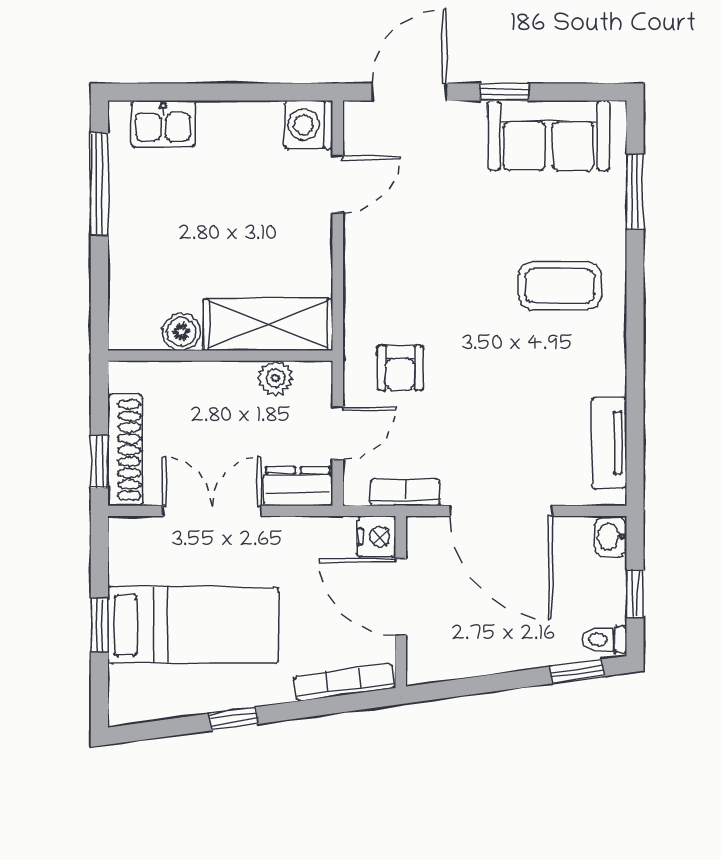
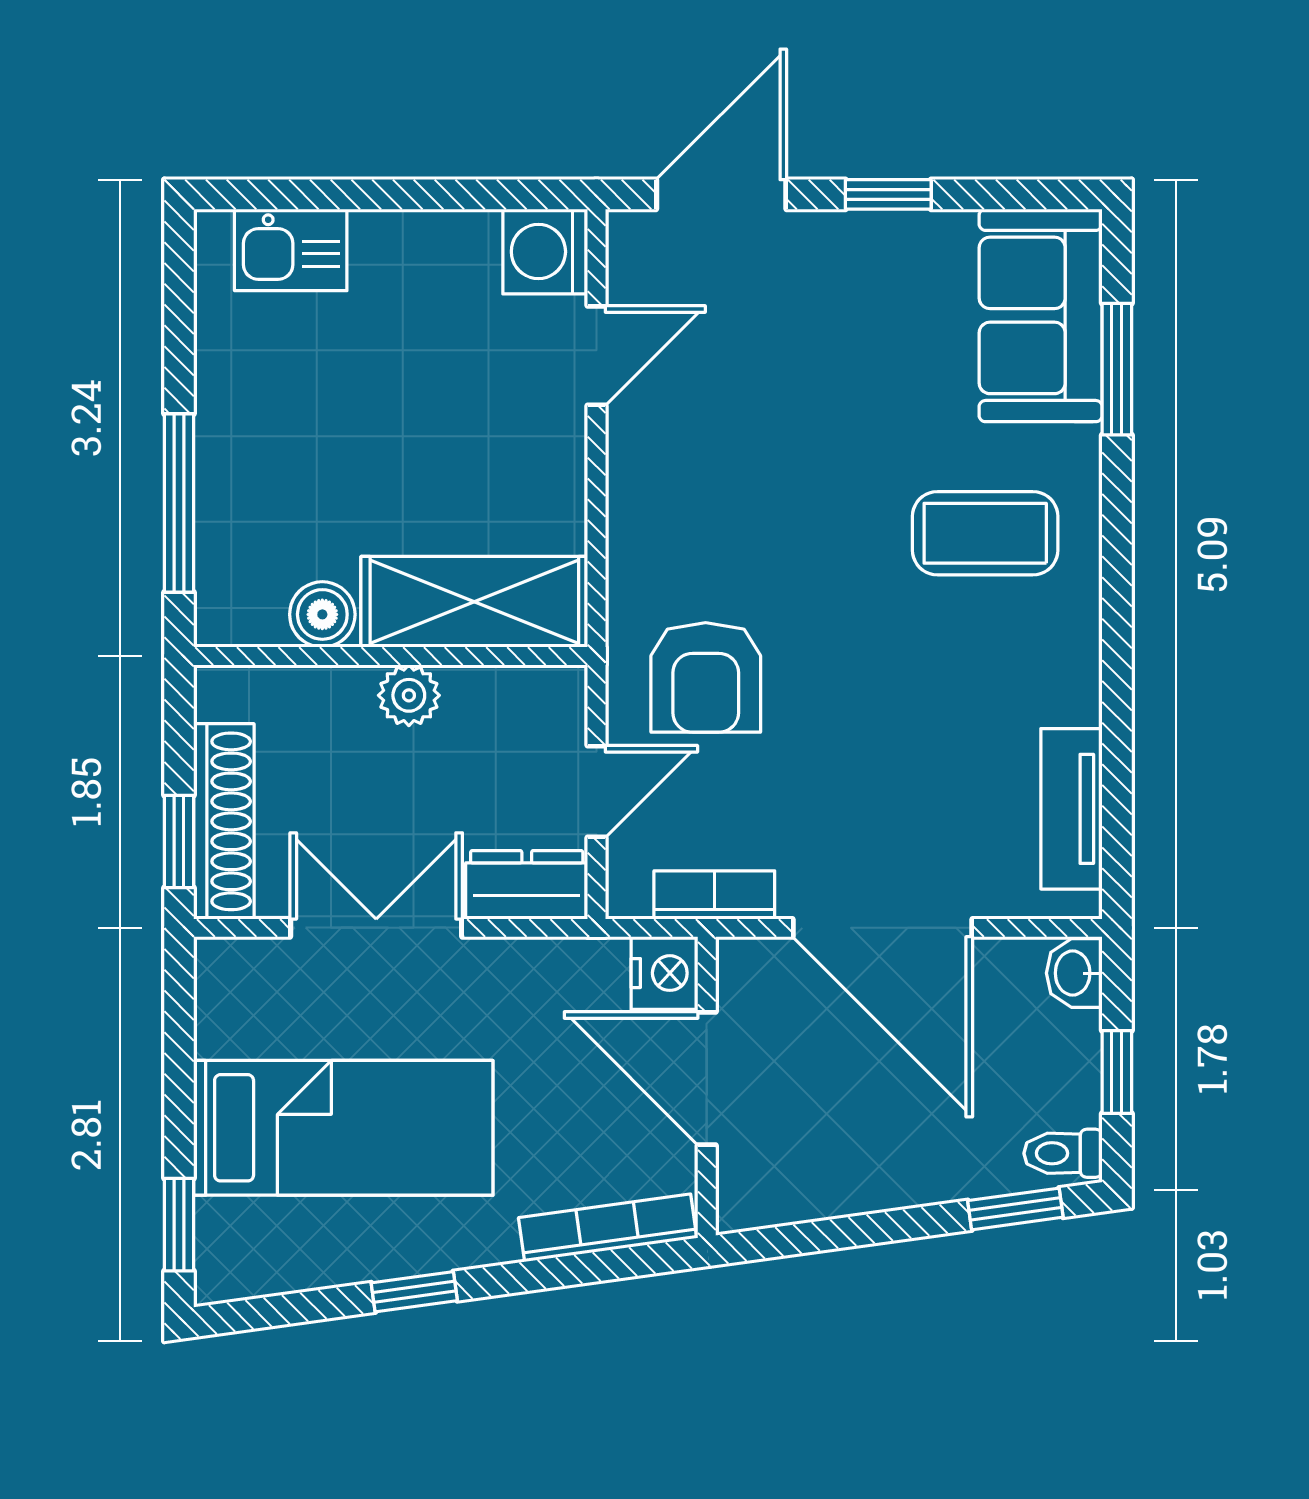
sofa: (549, 136) -> (1041, 315), moved, turned 90
window: (99, 183) -> (179, 503), moved
armchair: (400, 368) -> (706, 677), width x1.38, depth x1.38
plant: (275, 378) -> (409, 695), moved
window: (99, 625) -> (179, 1225), moved

